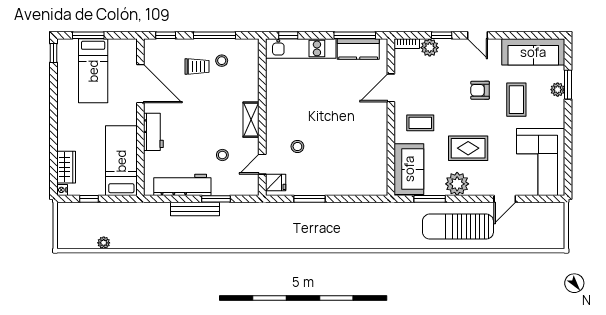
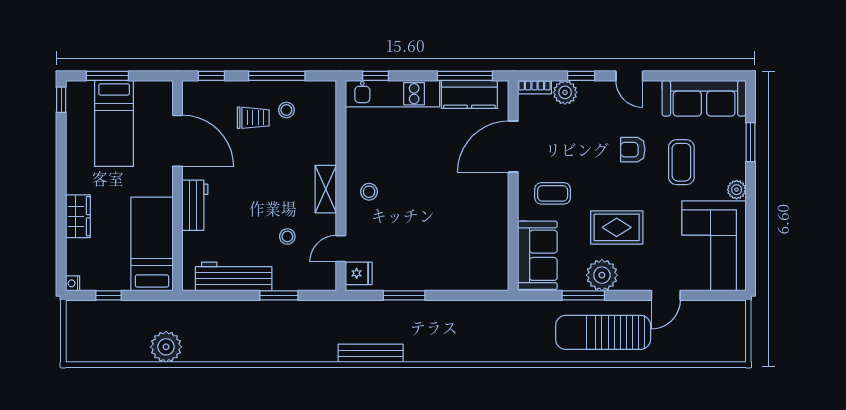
door: (391, 88) -> (513, 147), width x1.36
plant: (558, 90) -> (737, 190), moved
stool: (297, 147) -> (369, 192), moved
wardrobe: (66, 167) -> (78, 216), moved
window: (430, 199) -> (583, 295), moved
bench: (195, 209) -> (371, 353), moved
plant: (104, 243) -> (166, 347), moved, width x1.88, depth x1.88

